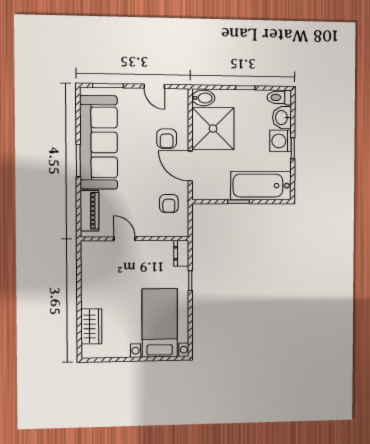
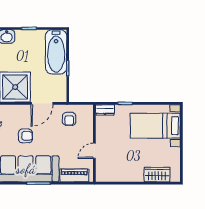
armchair: (167, 139) -> (25, 136), moved
washing machine: (281, 141) -> (24, 38), removed
armchair: (169, 204) -> (69, 119), turned 90

